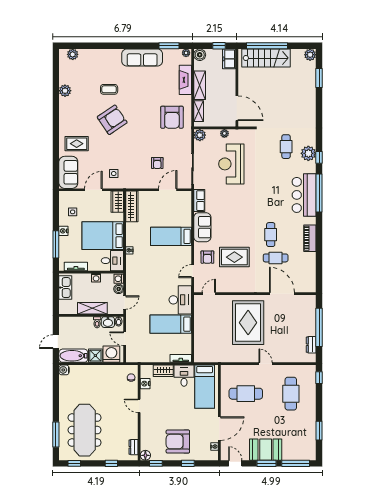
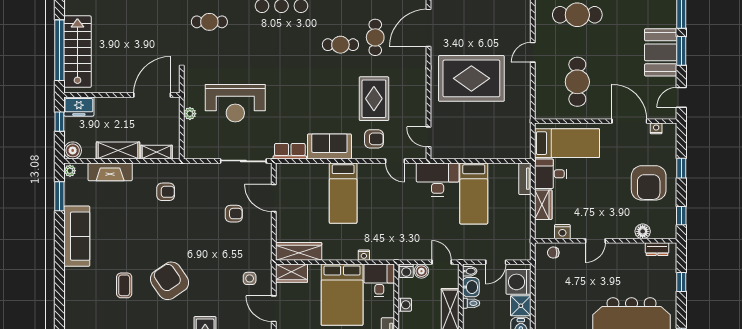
armchair: (172, 117) -> (166, 192), width x0.53, depth x0.53
plant: (200, 135) -> (192, 150), removed
floor lamp: (145, 455) -> (643, 231), moved

